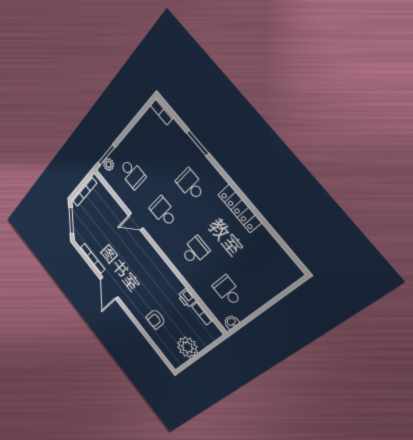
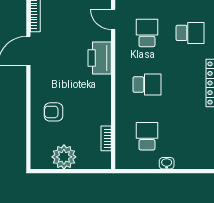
school desk: (190, 185) -> (190, 33), turned 90
printer: (187, 298) -> (100, 58), moved, width x1.87, depth x1.48
washbasin: (231, 322) -> (167, 163), moved

